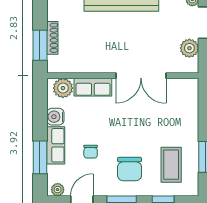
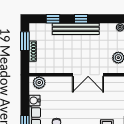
window: (40, 45) -> (25, 41), moved
row of seats: (93, 87) -> (58, 82), removed

